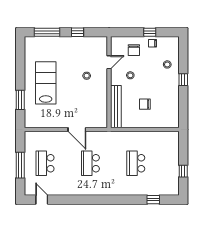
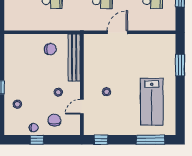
window: (77, 32) -> (101, 140), moved
lab bench: (46, 83) -> (152, 102), moved
chair: (145, 104) -> (50, 49), moved
door: (77, 129) -> (117, 32), hinge flipped

